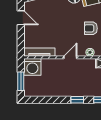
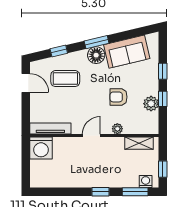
coffee table: (51, 14) -> (65, 79), added
window: (21, 81) -> (26, 167), removed

